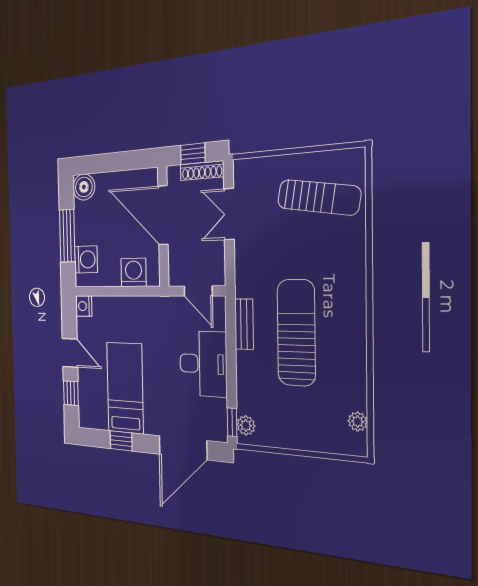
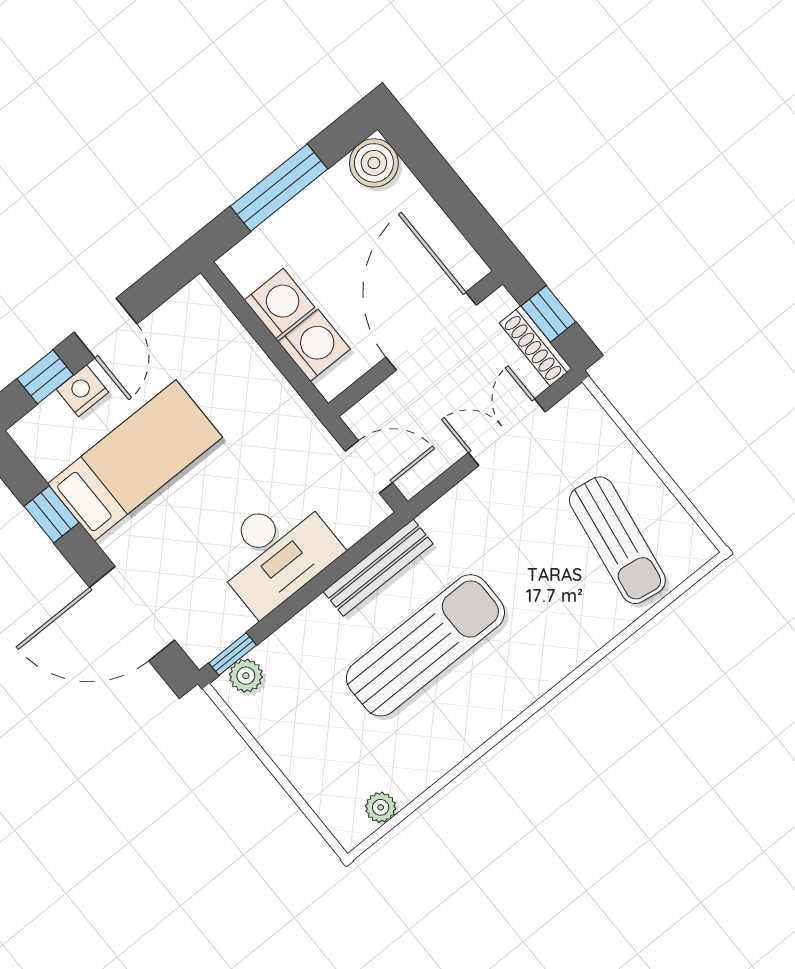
washing machine: (86, 259) -> (279, 304), moved, turned -90
door: (198, 291) -> (369, 467), swing flipped
nightstand: (84, 306) -> (82, 391), moved
bench: (244, 324) -> (378, 568), width x1.36

